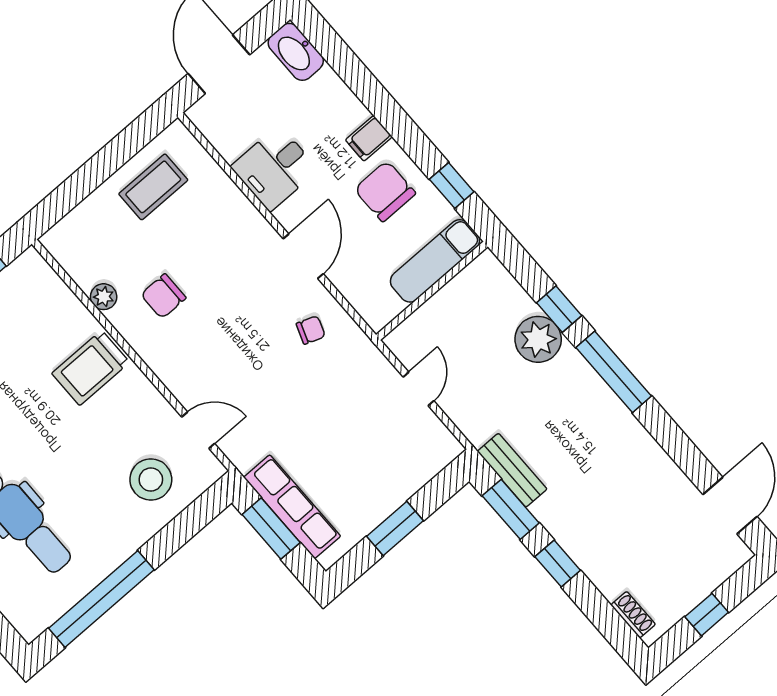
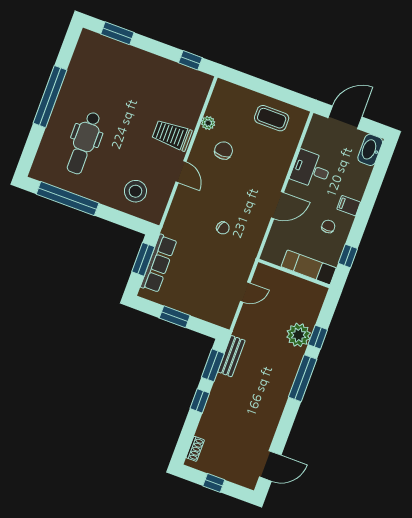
chair: (385, 191) -> (328, 226), width x0.54, depth x0.54
chair: (163, 296) -> (224, 151), turned 90
chair: (311, 330) -> (223, 228), moved
door: (198, 430) -> (181, 172), moved

